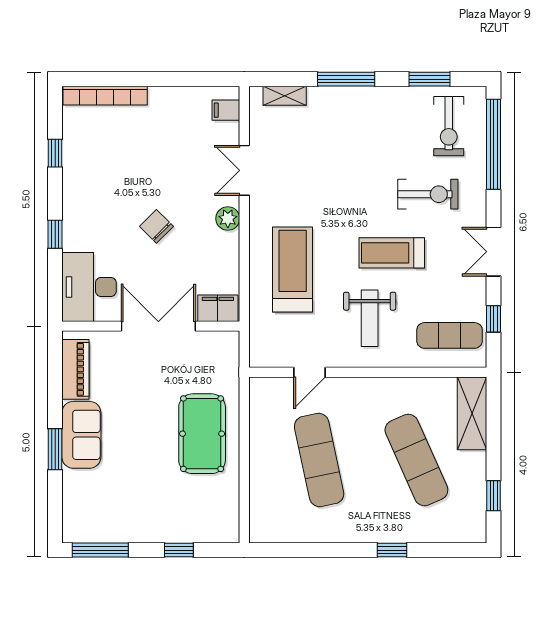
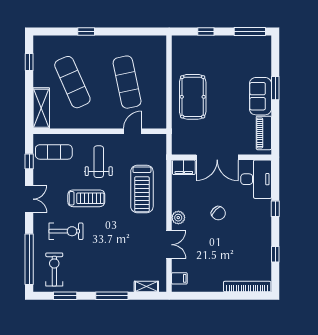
exercise bike: (428, 194) -> (66, 231), turned 180

